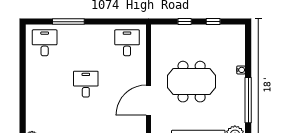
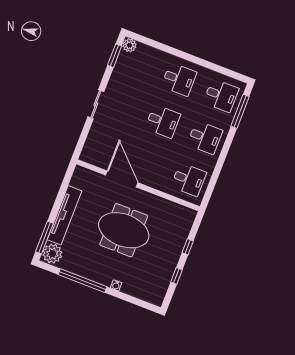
window: (68, 22) -> (240, 111), moved
desk: (86, 43) -> (205, 138), added
meeting table: (192, 82) -> (124, 230), turned 90
desk: (45, 84) -> (179, 79), added

